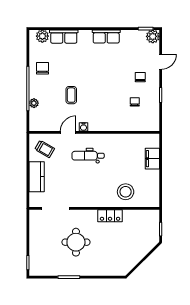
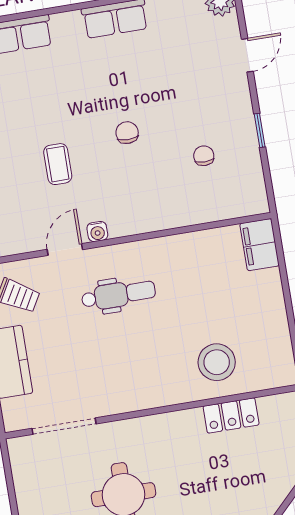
chair: (140, 77) -> (127, 133), moved
dental chair: (88, 156) -> (118, 295), turned 180
filing cabinet: (152, 159) -> (259, 245), moved
locker: (110, 216) -> (231, 415), moved

